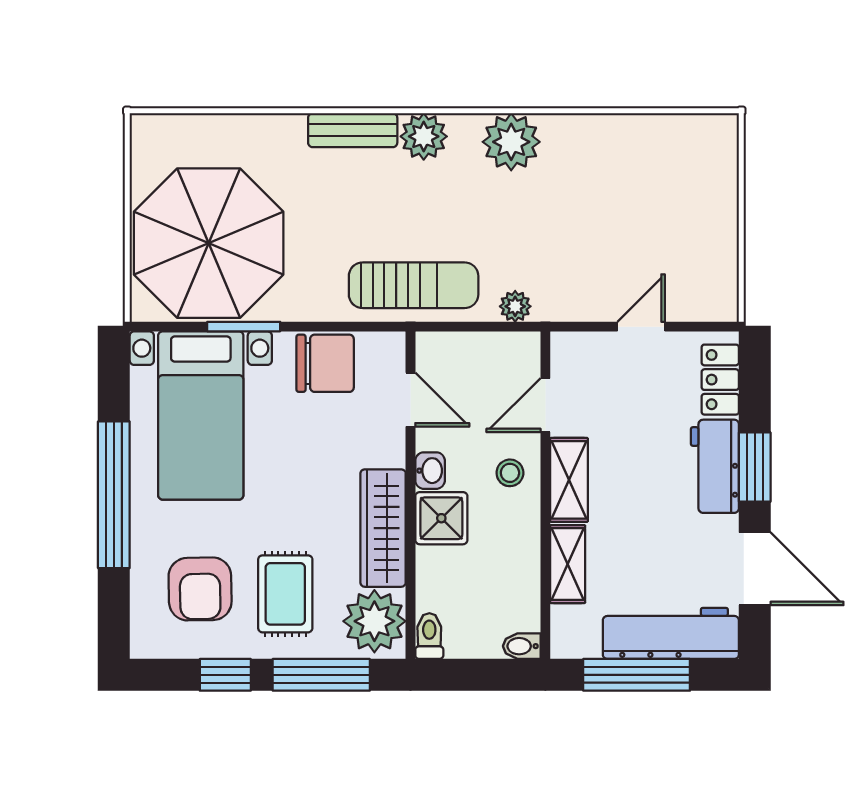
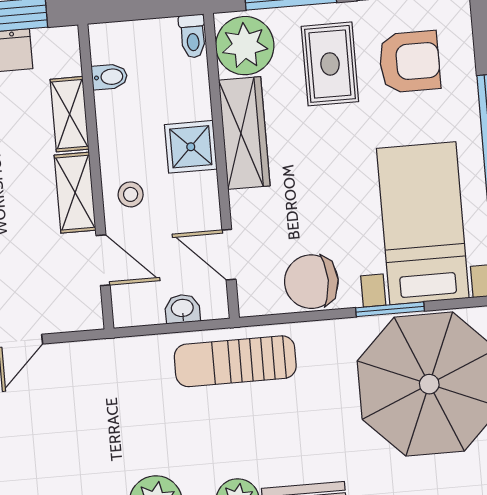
plant: (515, 306) -> (139, 350), removed
door: (545, 405) -> (103, 260), hinge flipped
washbasin: (430, 471) -> (182, 309), moved, turned 90
armchair: (200, 589) -> (410, 62), turned 91
bidet: (522, 646) -> (109, 77), moved

